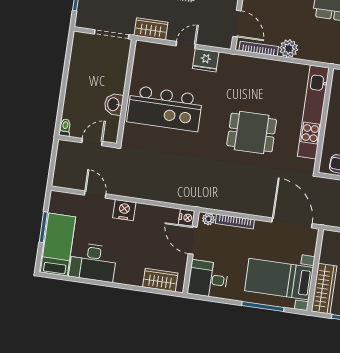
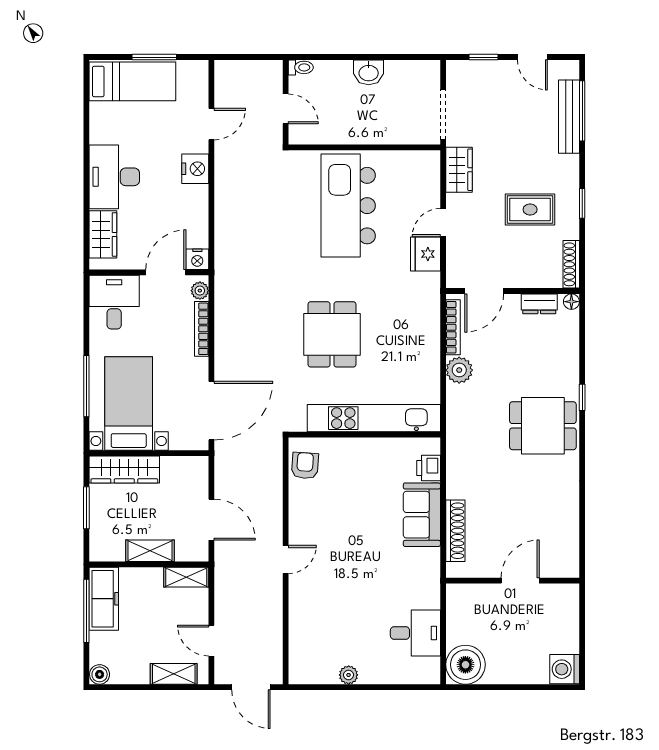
door: (186, 45) -> (443, 223), swing flipped
washbasin: (114, 104) -> (369, 72), moved, turned 180
desk: (93, 262) -> (114, 177), moved

